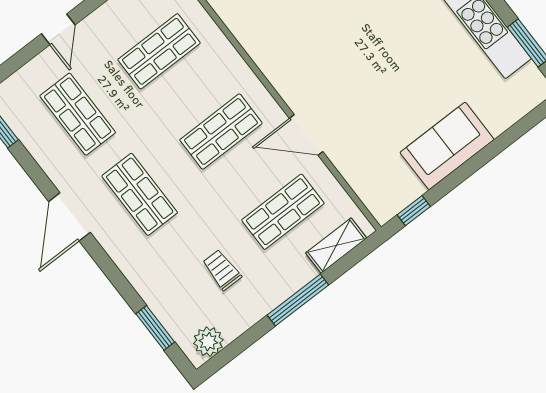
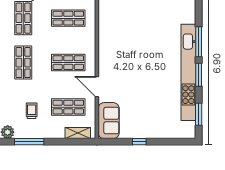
sofa: (447, 146) -> (109, 121), moved, turned 90
window: (414, 211) -> (139, 142), moved
window: (298, 300) -> (29, 142), moved

